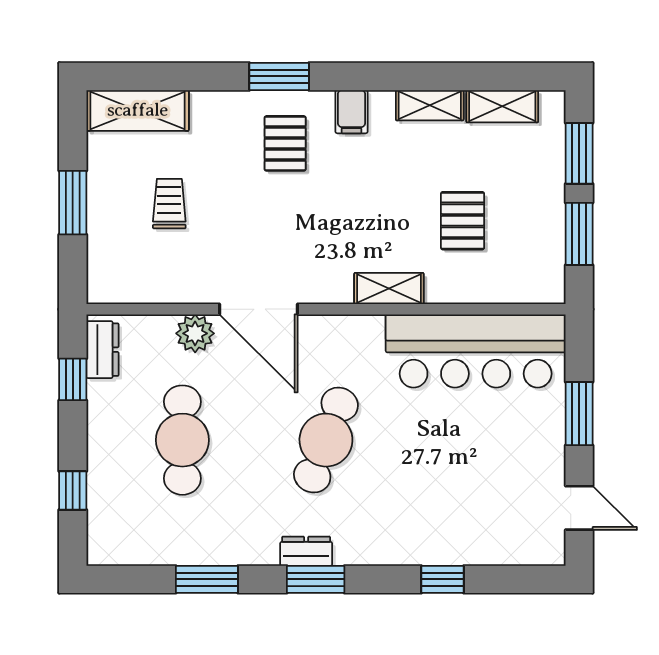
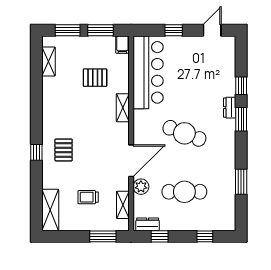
window: (279, 76) -> (36, 152), width x0.67
shelving: (430, 105) -> (123, 205), moved
filing cabinet: (352, 112) -> (122, 45), moved, turned 90
pallet: (285, 143) -> (64, 150), turned 90
window: (73, 203) -> (103, 236), moved
window: (579, 414) -> (174, 30), width x0.67
dresser: (306, 551) -> (230, 108), moved
window: (316, 579) -> (241, 119), moved

